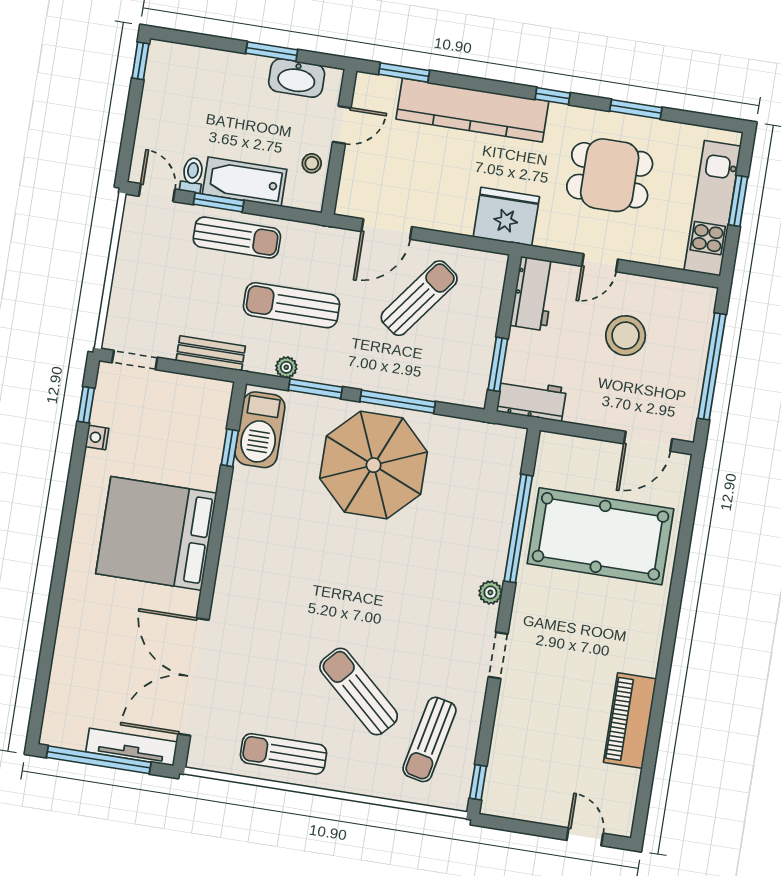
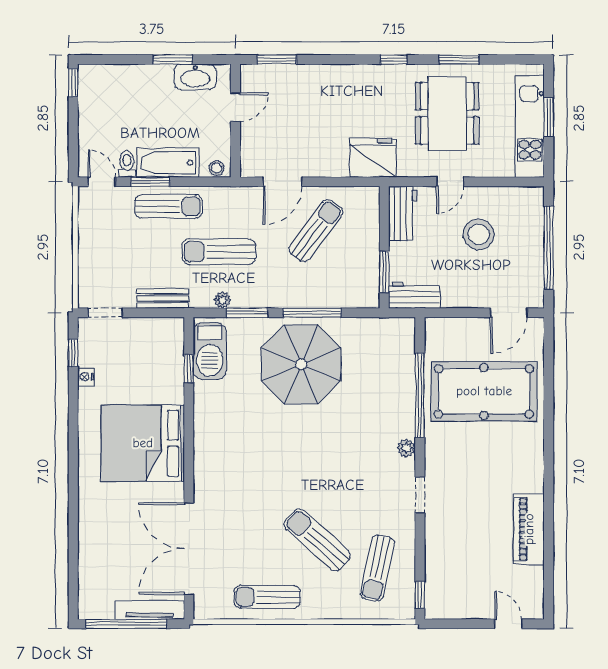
kitchen counter: (472, 110) -> (334, 80), removed
stool: (312, 163) -> (217, 168), moved
dining table: (610, 175) -> (447, 113), width x1.38

